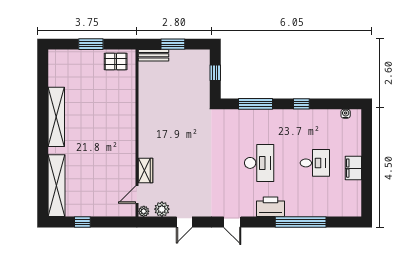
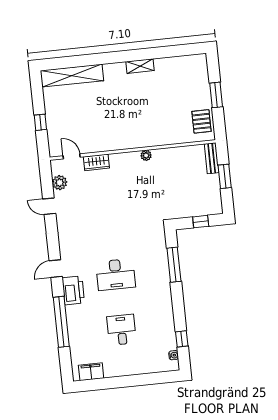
window: (301, 104) -> (182, 339), moved
shelving: (56, 117) -> (140, 66), width x0.45, depth x0.75
desk: (315, 163) -> (121, 330), turned 180
filing cabinet: (353, 168) -> (91, 372), moved
plant: (144, 211) -> (146, 155), moved
window: (82, 222) -> (40, 122), moved
door: (232, 222) -> (56, 269), moved

